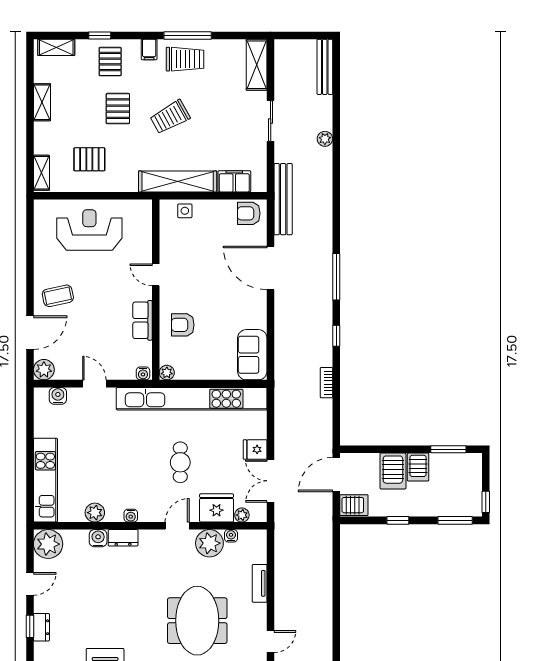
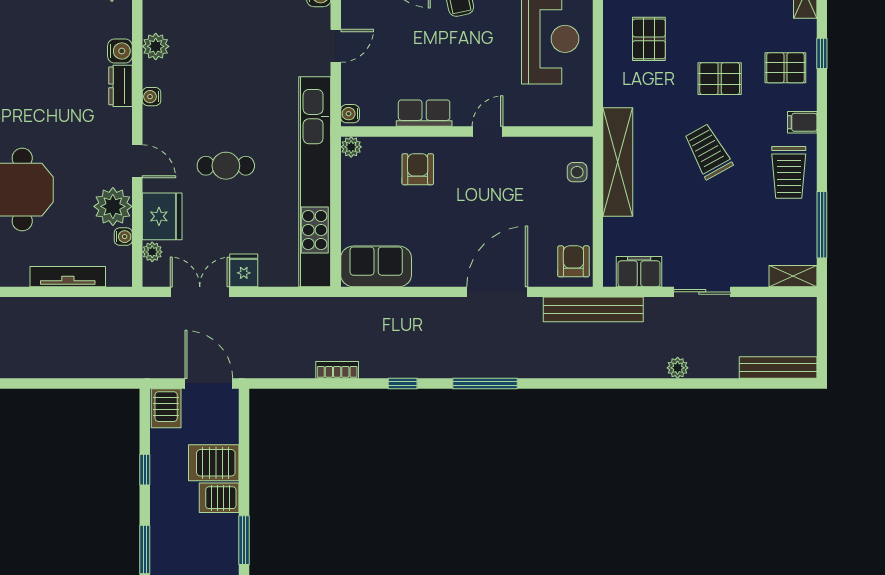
window: (188, 35) -> (822, 225), moved
shelving: (257, 65) -> (793, 276), width x0.67, depth x0.75
filing cabinet: (234, 181) -> (639, 272), moved, turned -90
tv unit: (260, 583) -> (68, 277), width x1.41

